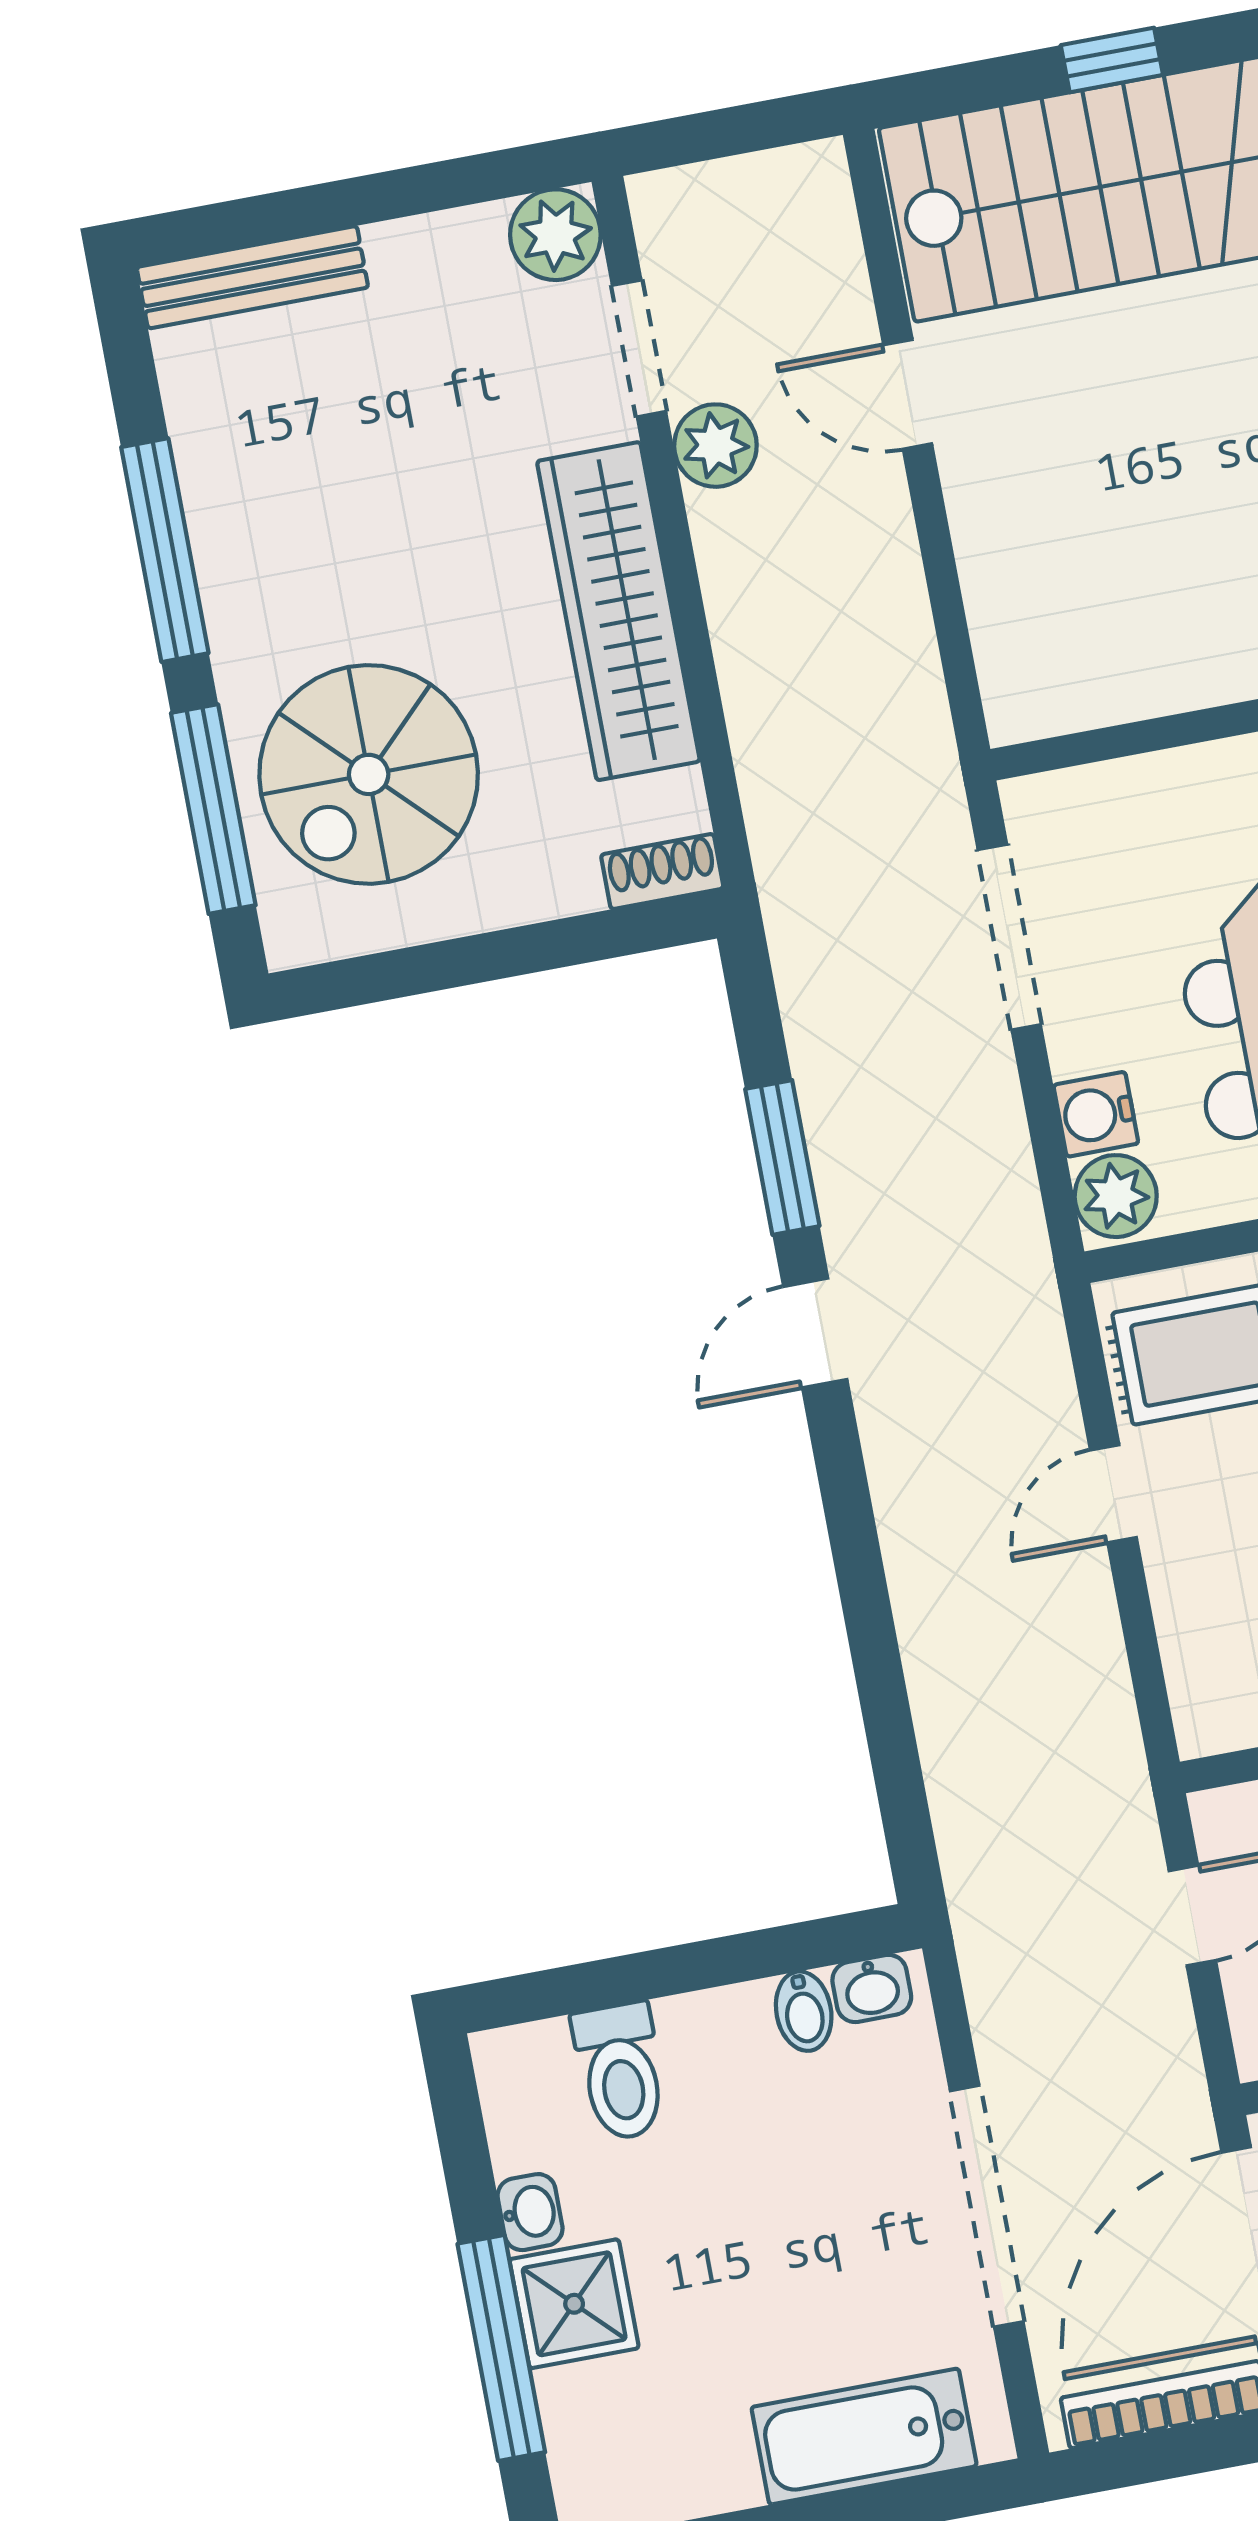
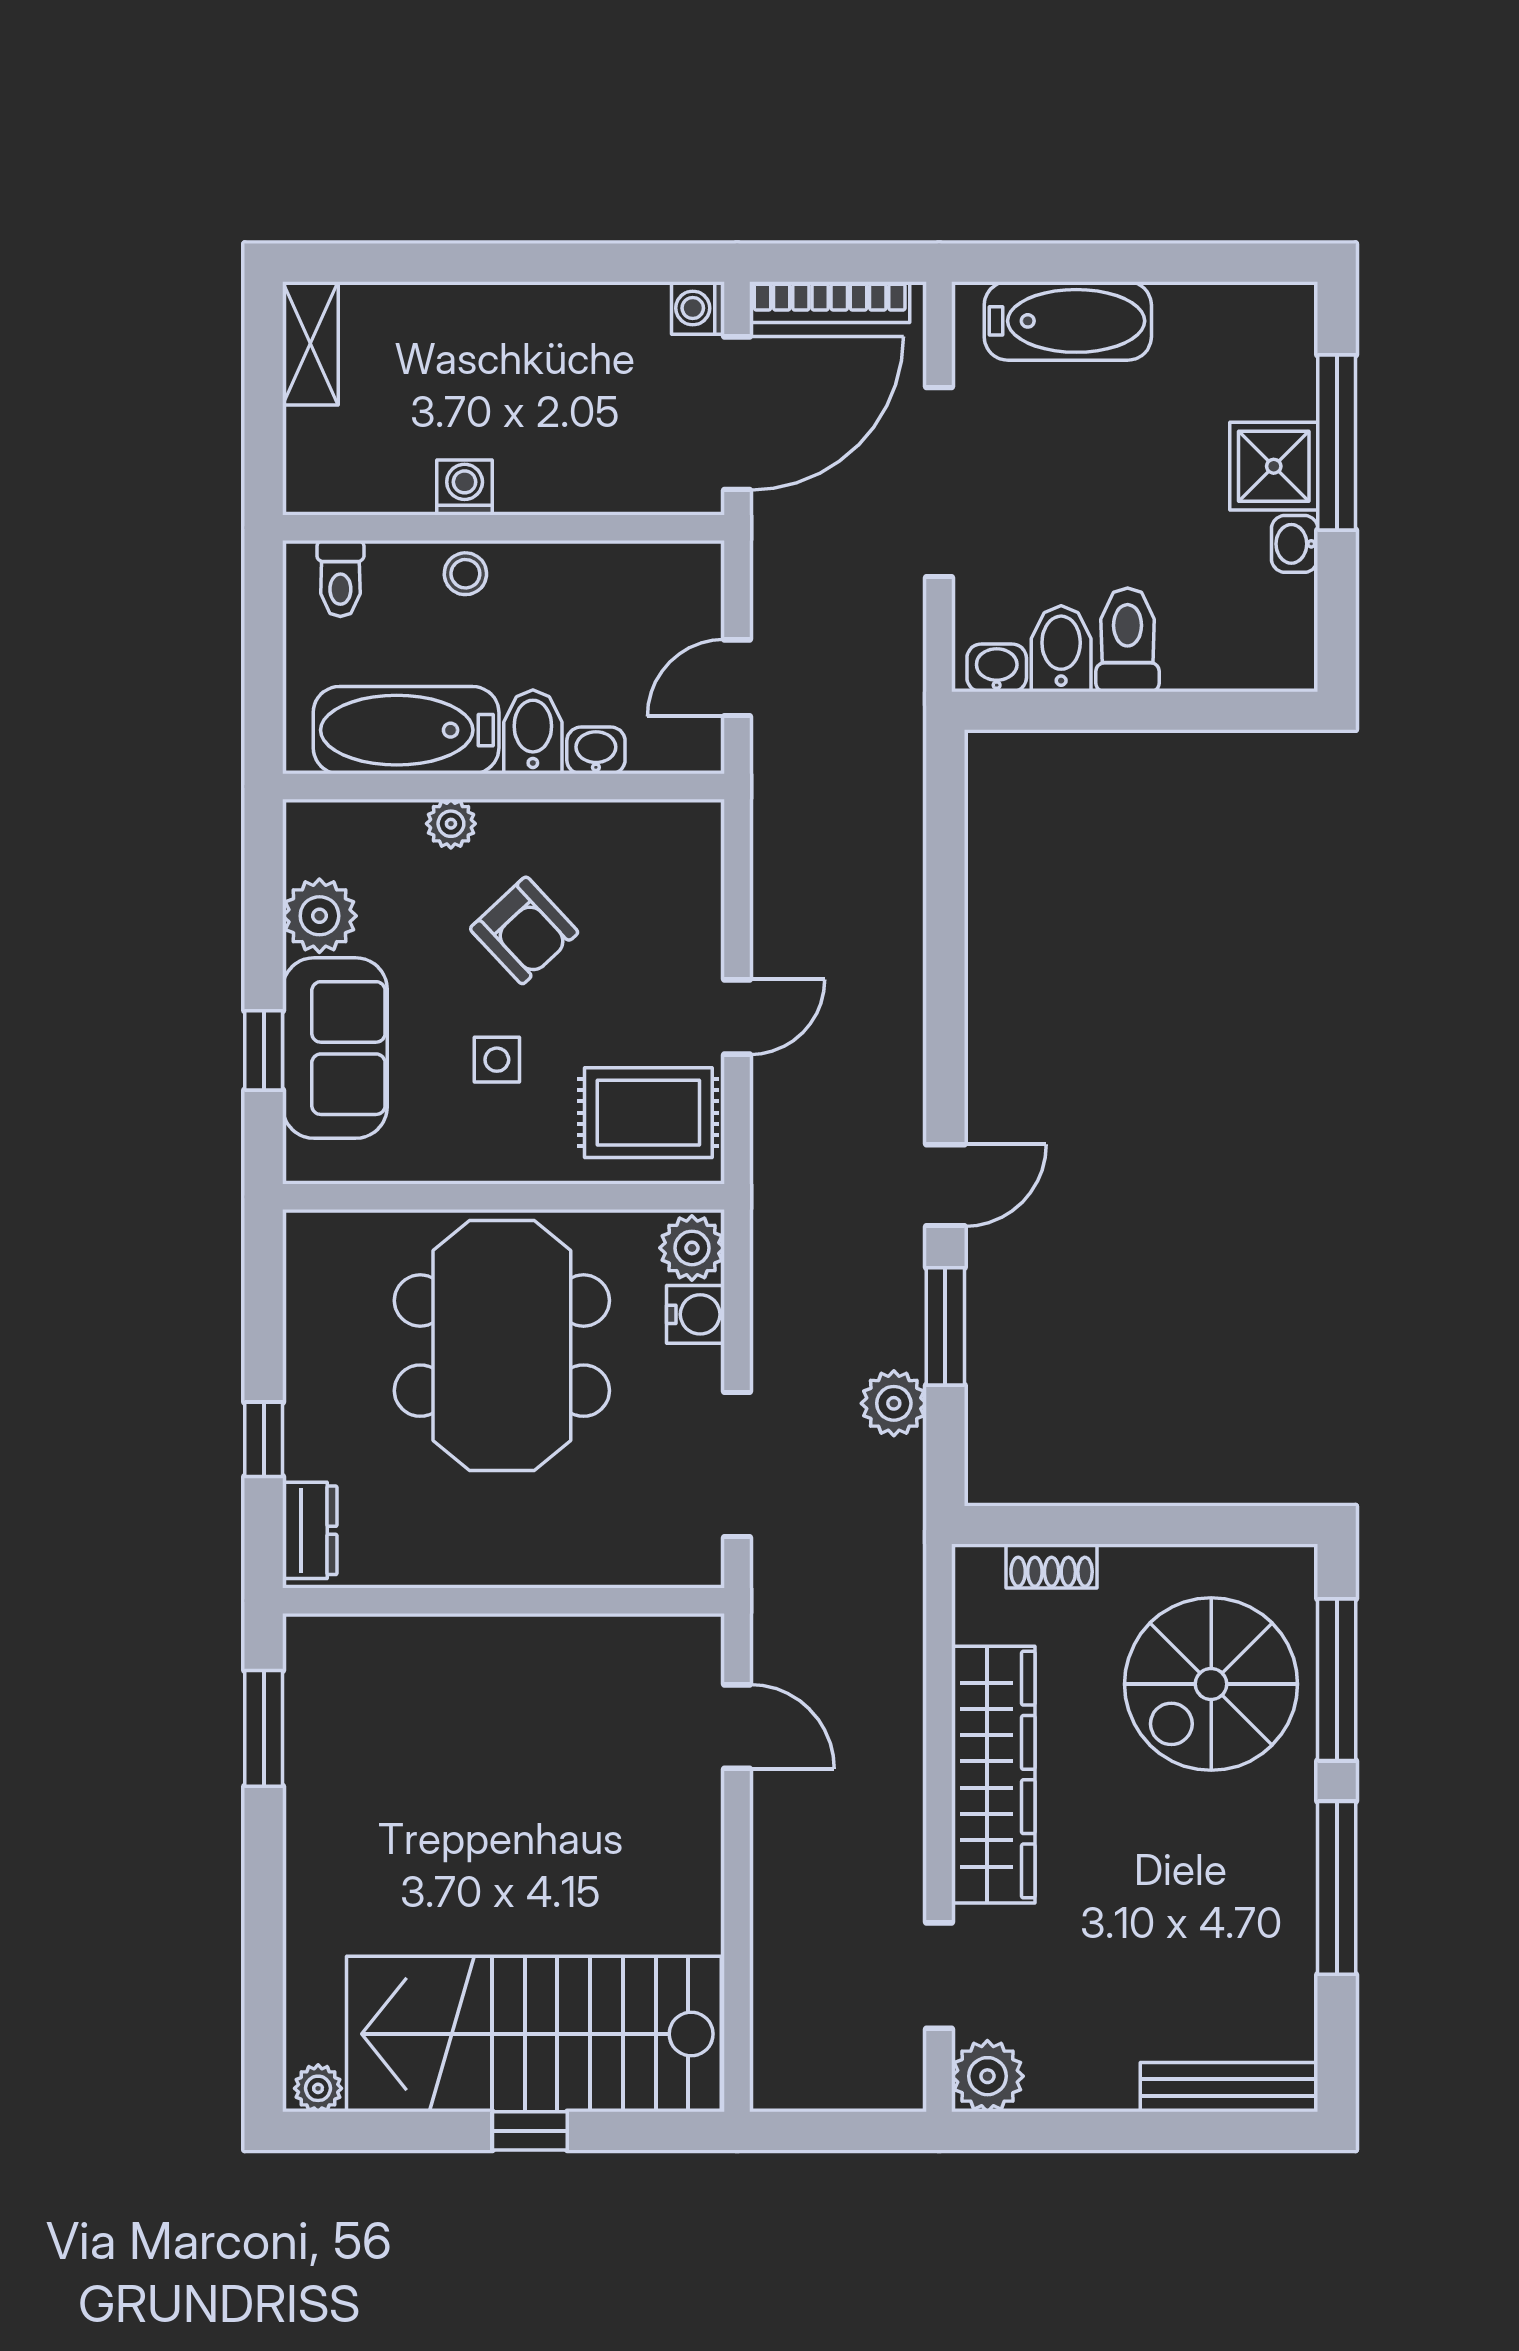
door: (908, 394) -> (737, 1727), moved
plant: (715, 446) -> (894, 1403), moved
spiral stairs: (369, 774) -> (1211, 1684), turned 180
shoe rack: (662, 871) -> (1052, 1566), moved
bidet: (804, 2011) -> (1061, 649), width x1.38, depth x1.36
toilet: (620, 2072) -> (1128, 640), moved

